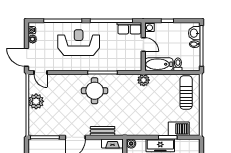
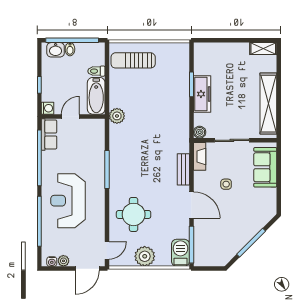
round table: (95, 91) -> (134, 214), moved
barbecue: (179, 129) -> (180, 253), moved

